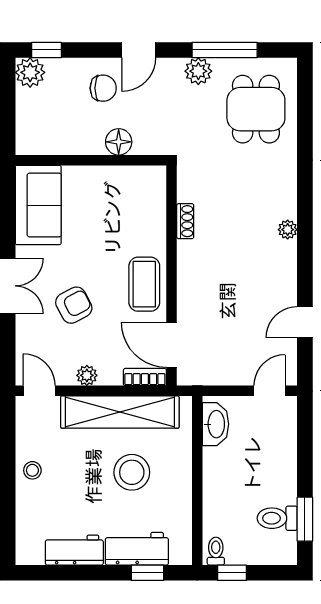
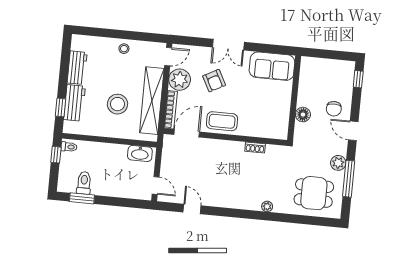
plant: (30, 72) -> (347, 69), removed
plant: (288, 230) -> (267, 206), moved
plant: (87, 375) -> (180, 80), width x1.88, depth x1.88
bookcase: (145, 377) -> (171, 110), width x1.56

